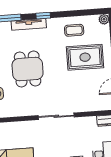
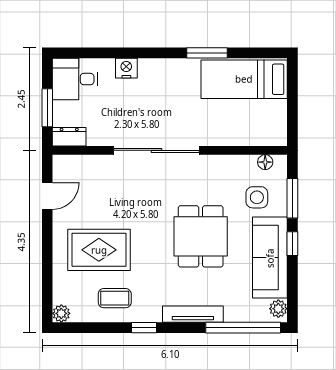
window: (43, 16) -> (144, 328), moved
sliding door: (56, 116) -> (157, 150), width x1.36

